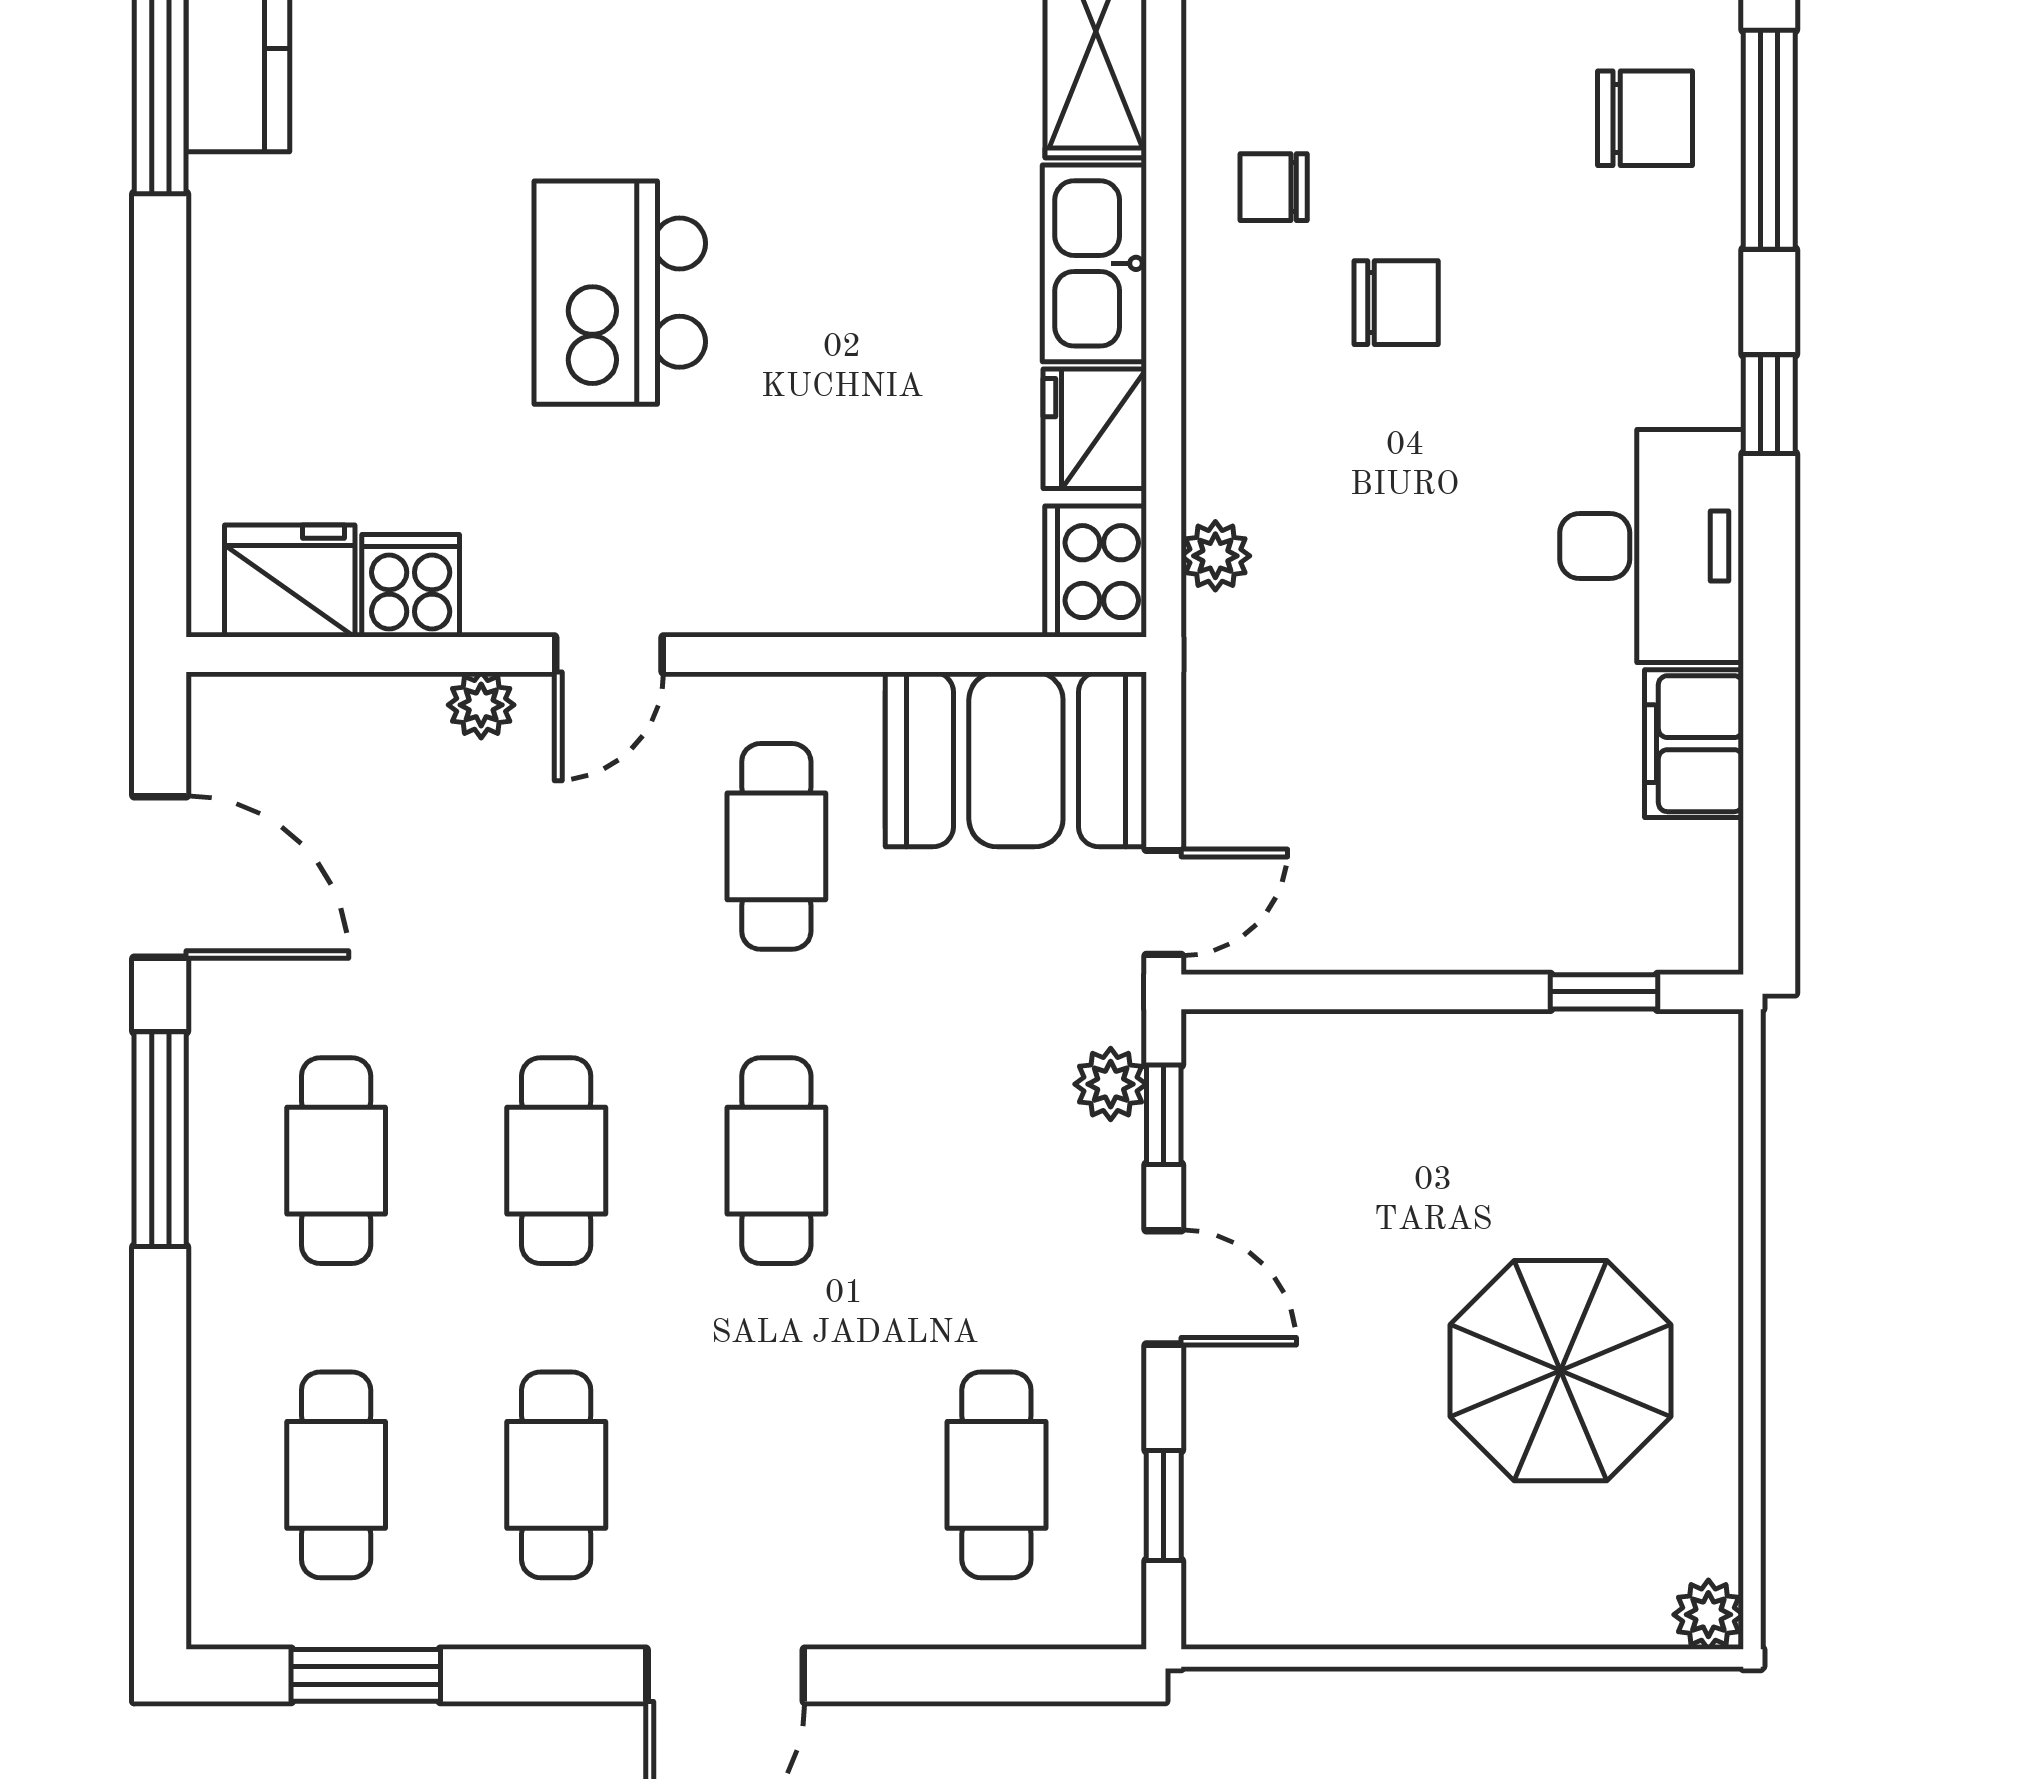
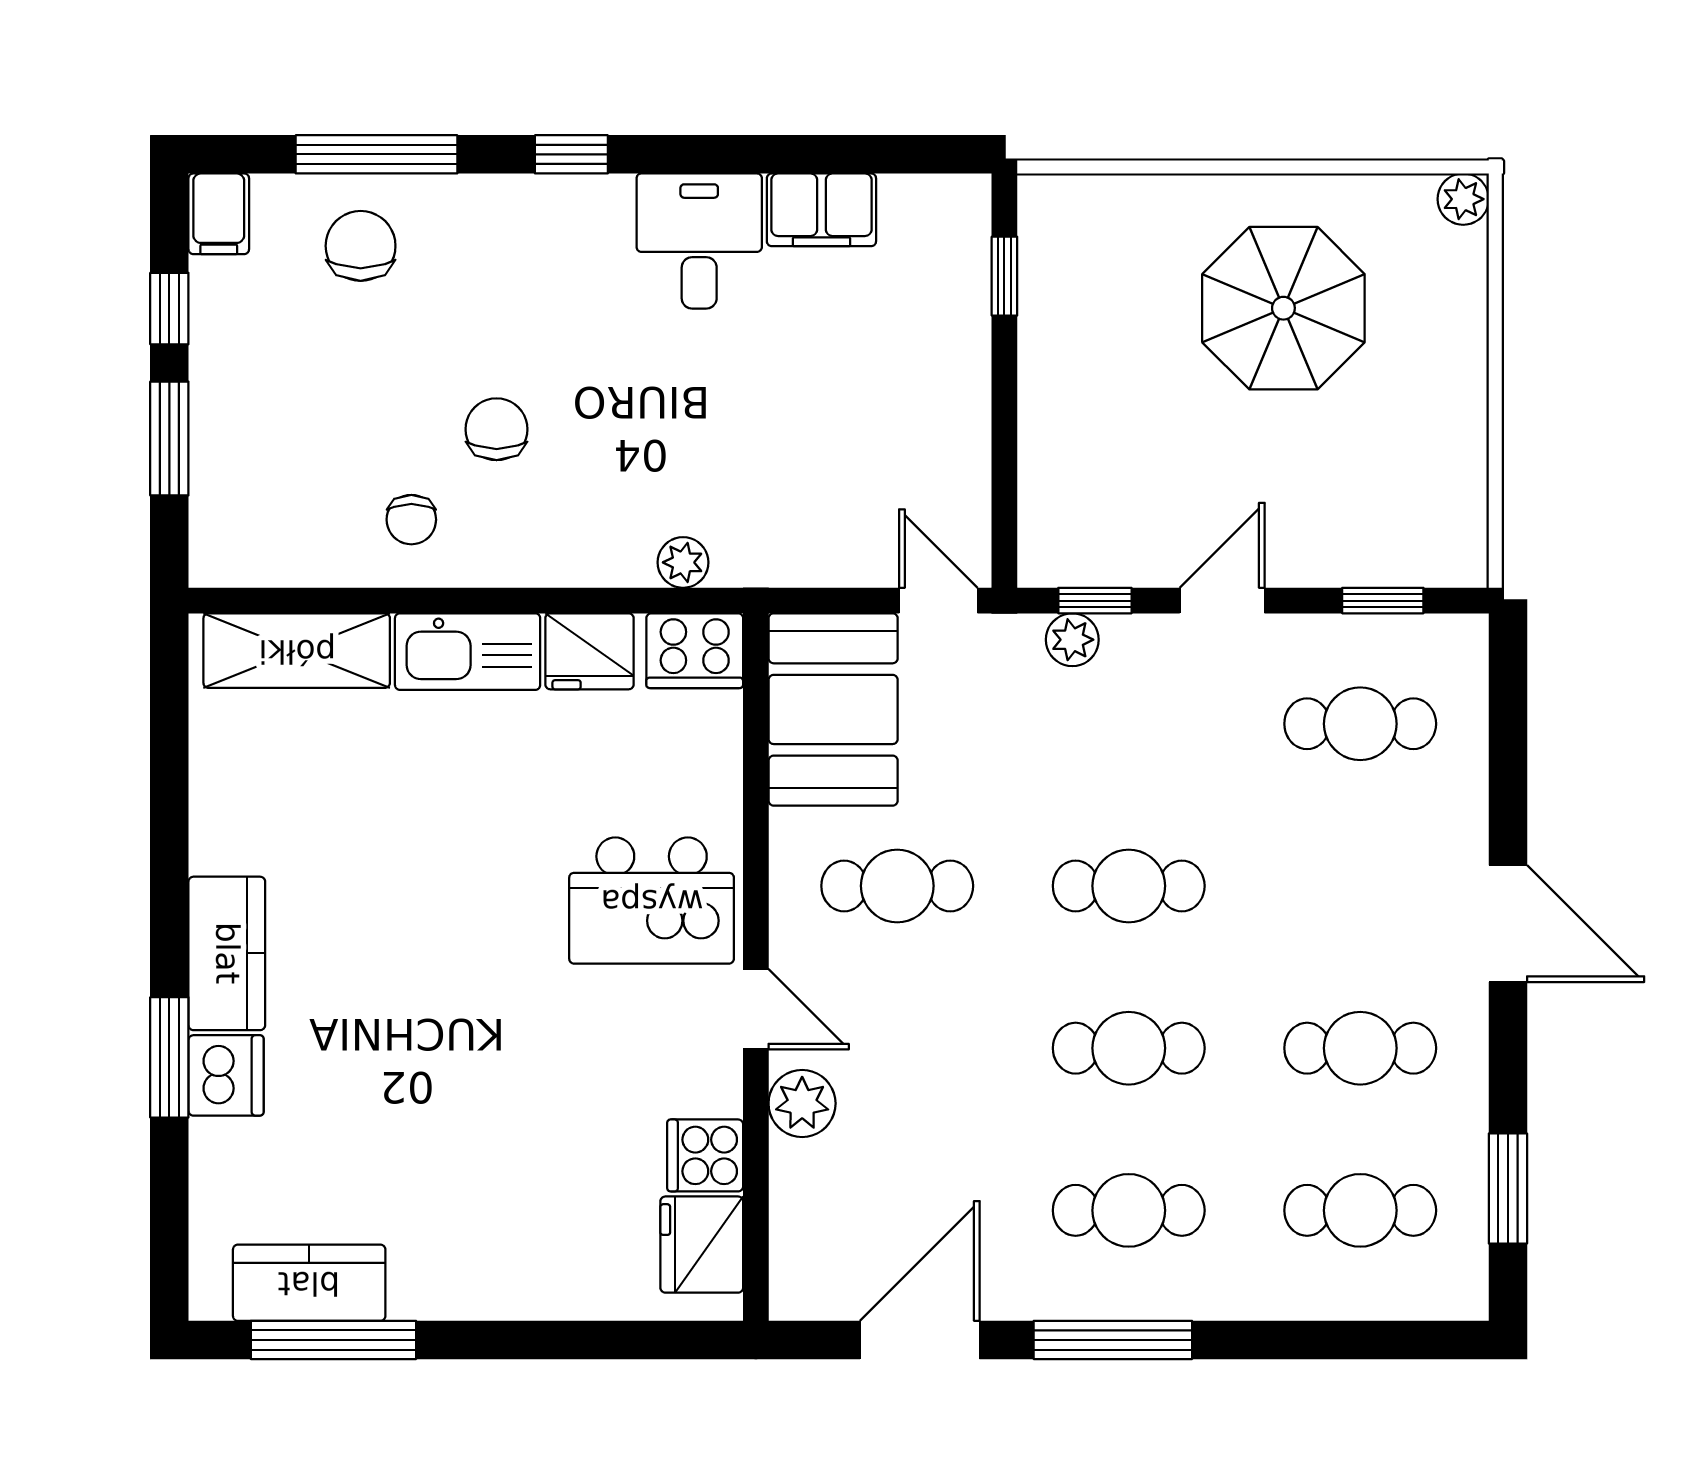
kitchen island: (620, 293) -> (652, 901), moved
desk: (1652, 546) -> (699, 241), width x0.73
plant: (481, 705) -> (802, 1103), width x1.38, depth x1.38

